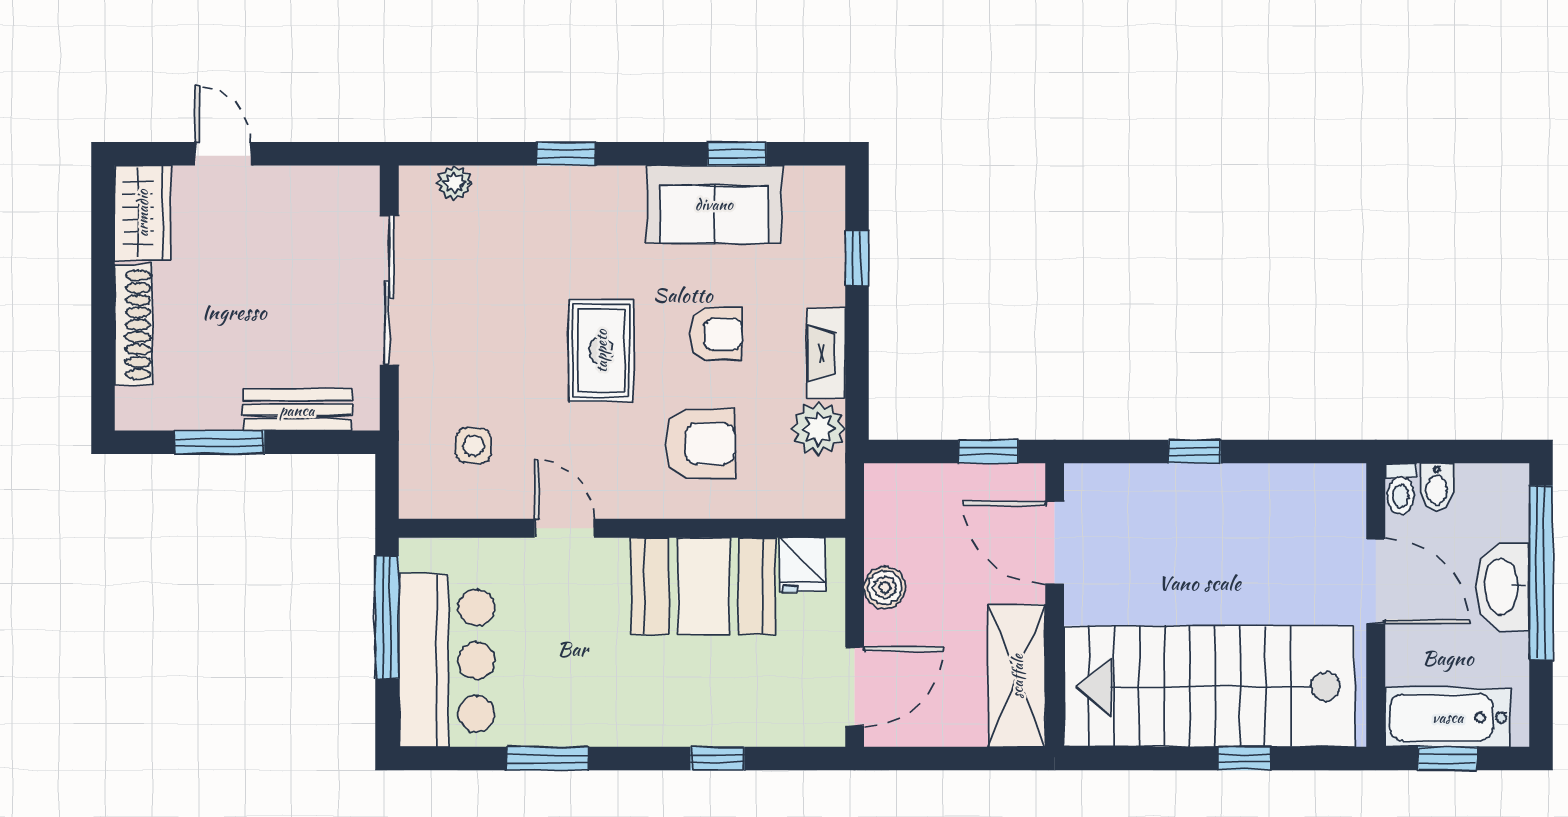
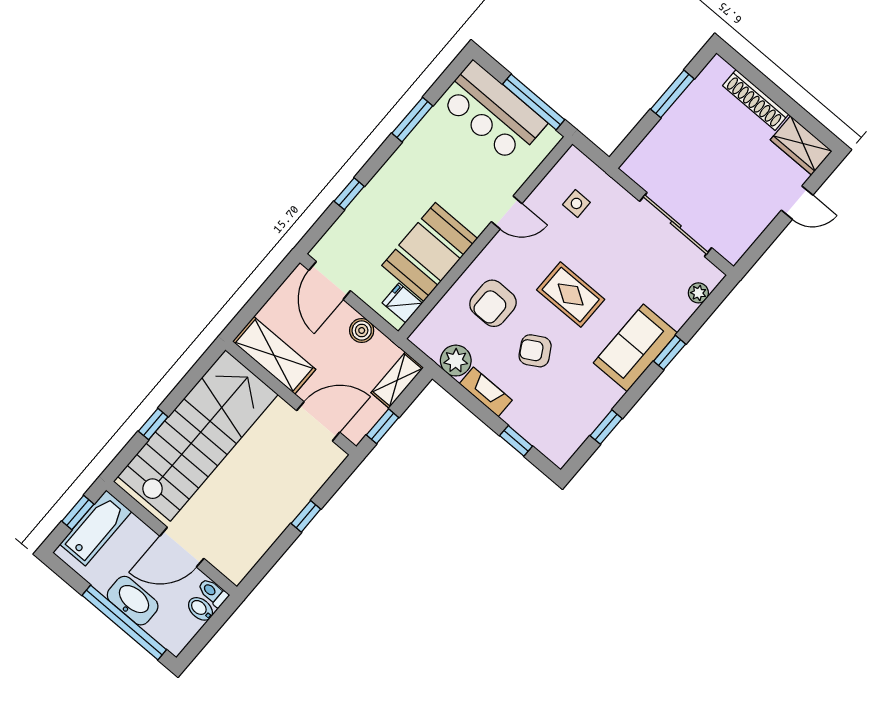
sofa: (714, 204) -> (635, 348), moved
armchair: (716, 334) -> (535, 351), turned 60
bench: (297, 410) -> (658, 140), removed
shelving: (910, 484) -> (397, 380), added

